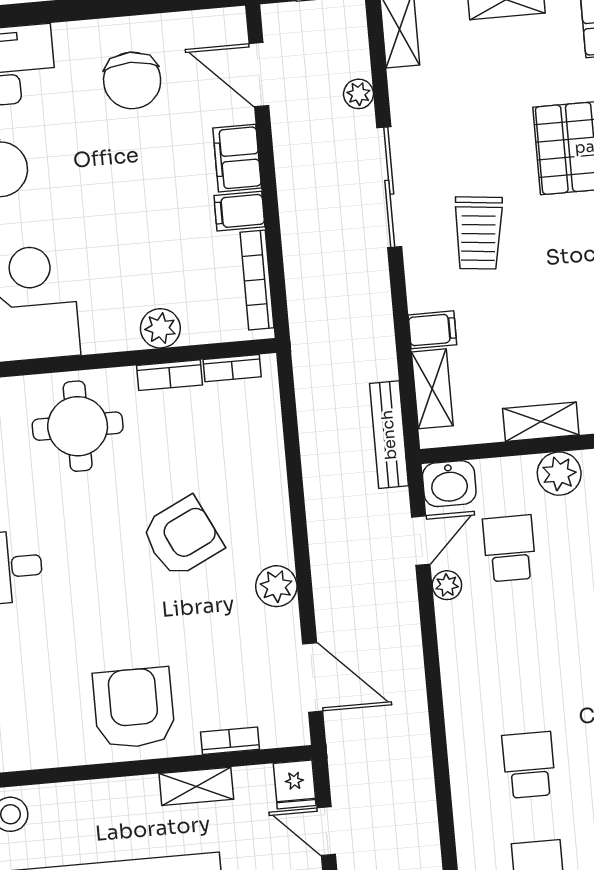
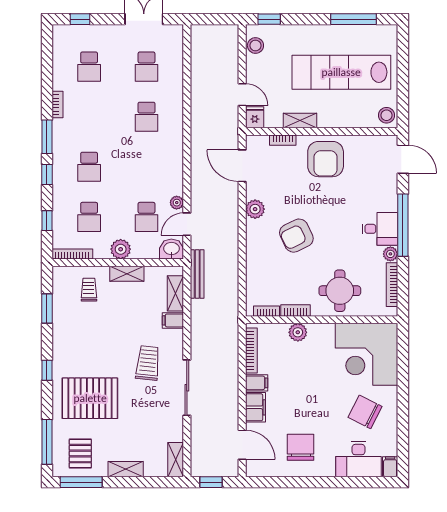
plant: (359, 94) -> (197, 432), removed

